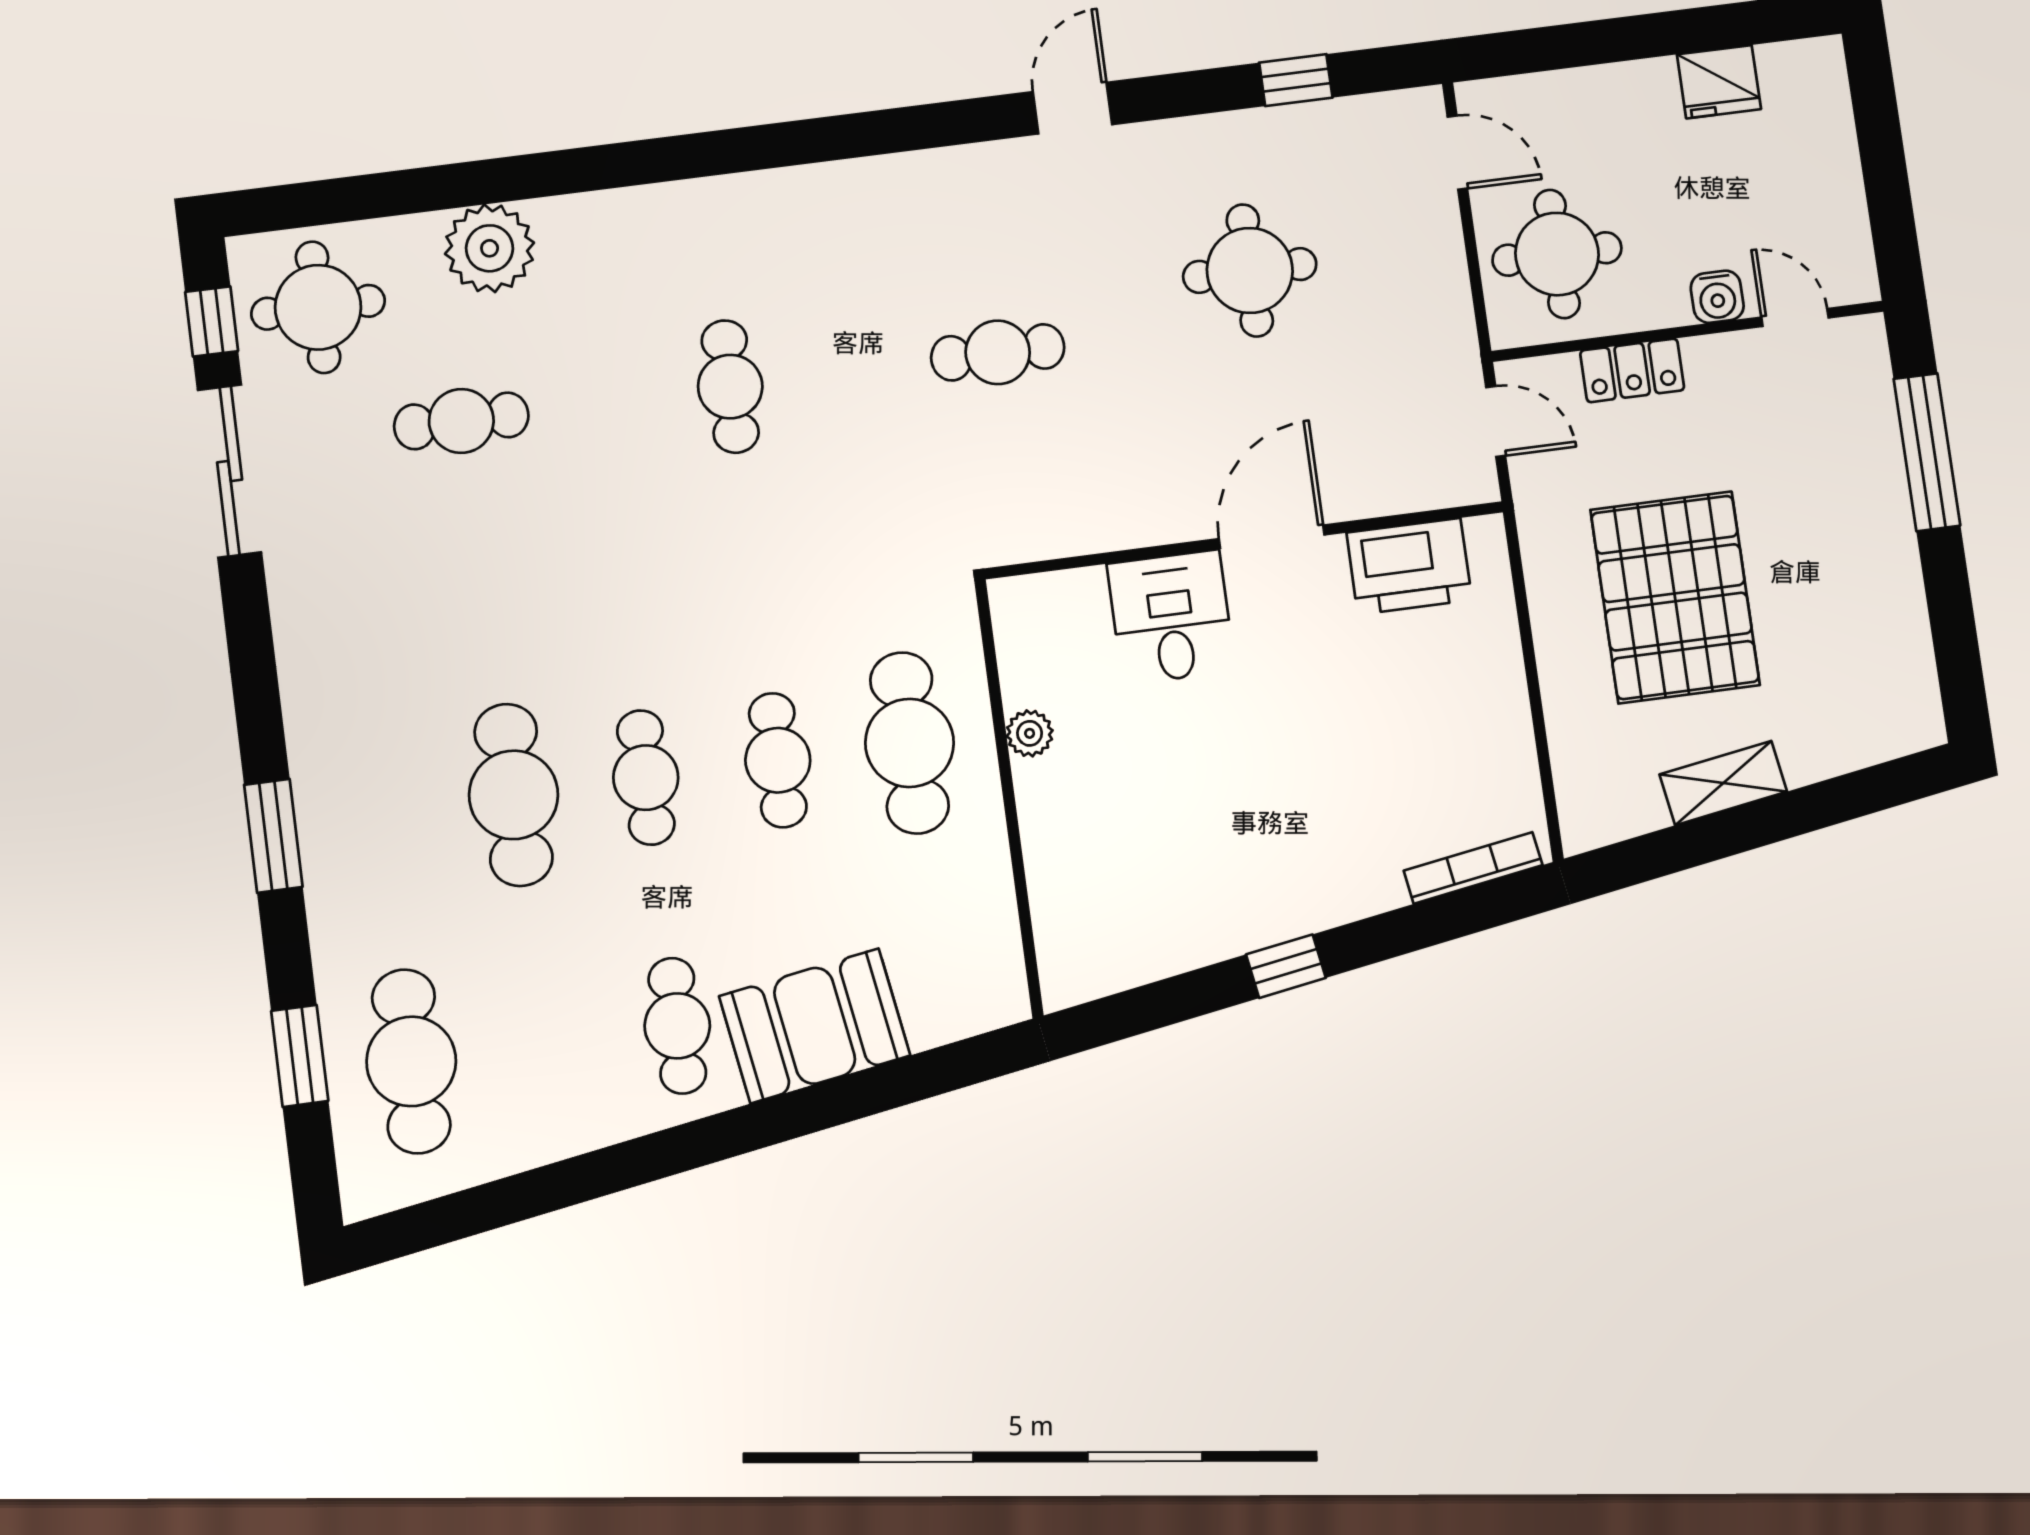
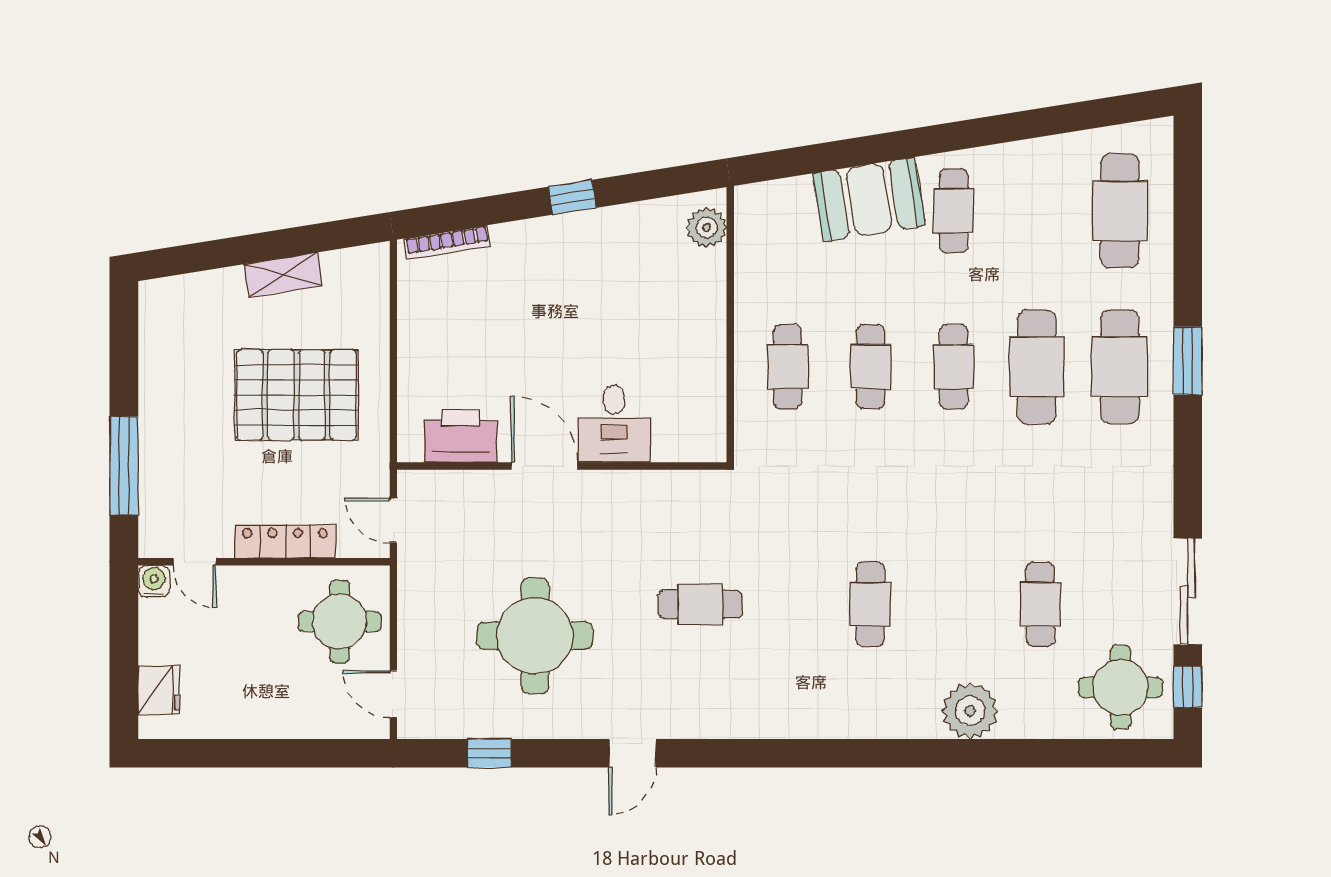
fridge: (1719, 82) -> (159, 690), moved, turned 90
plant: (490, 248) -> (970, 711), moved
round table: (1250, 270) -> (535, 636), width x1.36, depth x1.36
water cooler: (1717, 297) -> (154, 581), moved
locker: (1632, 370) -> (285, 541), width x1.53
cafe table: (461, 421) -> (1040, 604), turned 90
door: (1272, 537) -> (544, 466), swing flipped
pallet: (1675, 597) -> (296, 395), turned 90
plant: (1030, 733) -> (707, 228), moved, width x1.38, depth x1.38
cafe table: (909, 743) -> (788, 367), width x0.73, depth x0.74
cafe table: (381, 812) -> (1120, 367), added
window: (300, 1056) -> (1188, 223), removed

